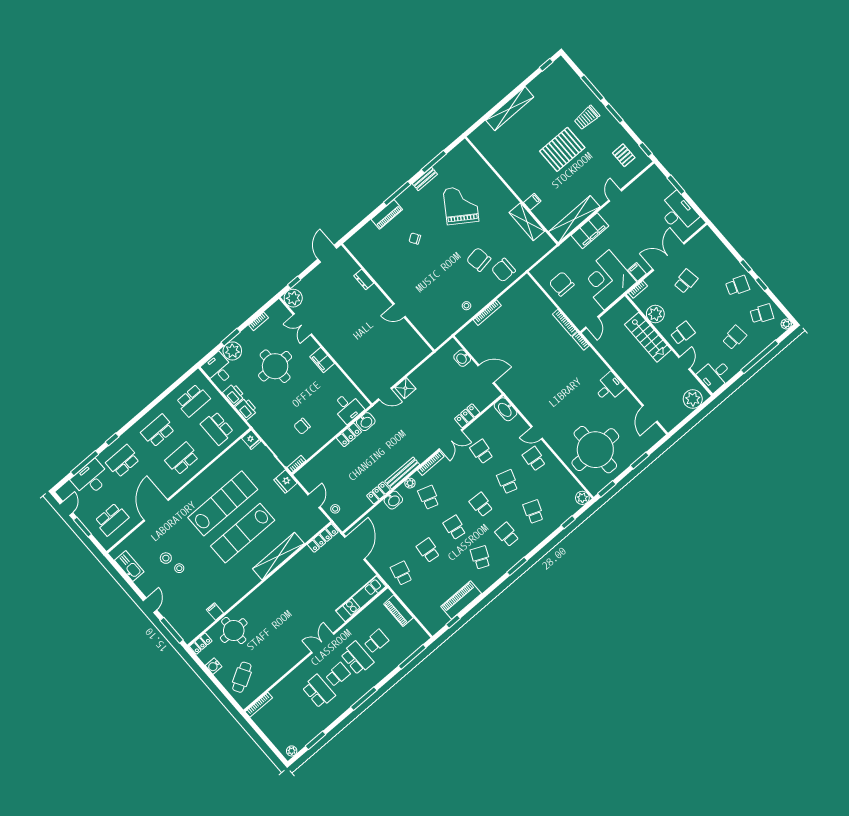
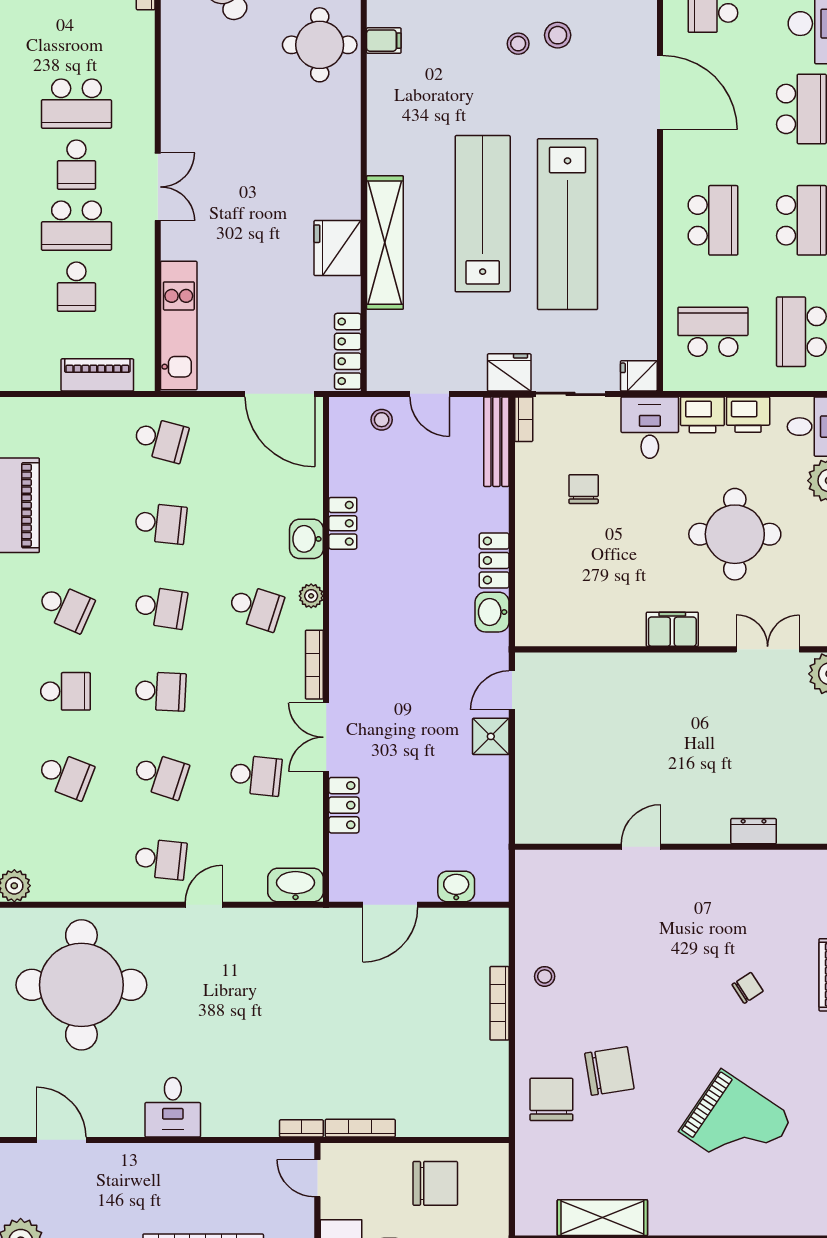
desk: (348, 408) -> (650, 428), moved, turned 90
bench: (402, 473) -> (496, 442), moved
fridge: (293, 570) -> (338, 248), added

